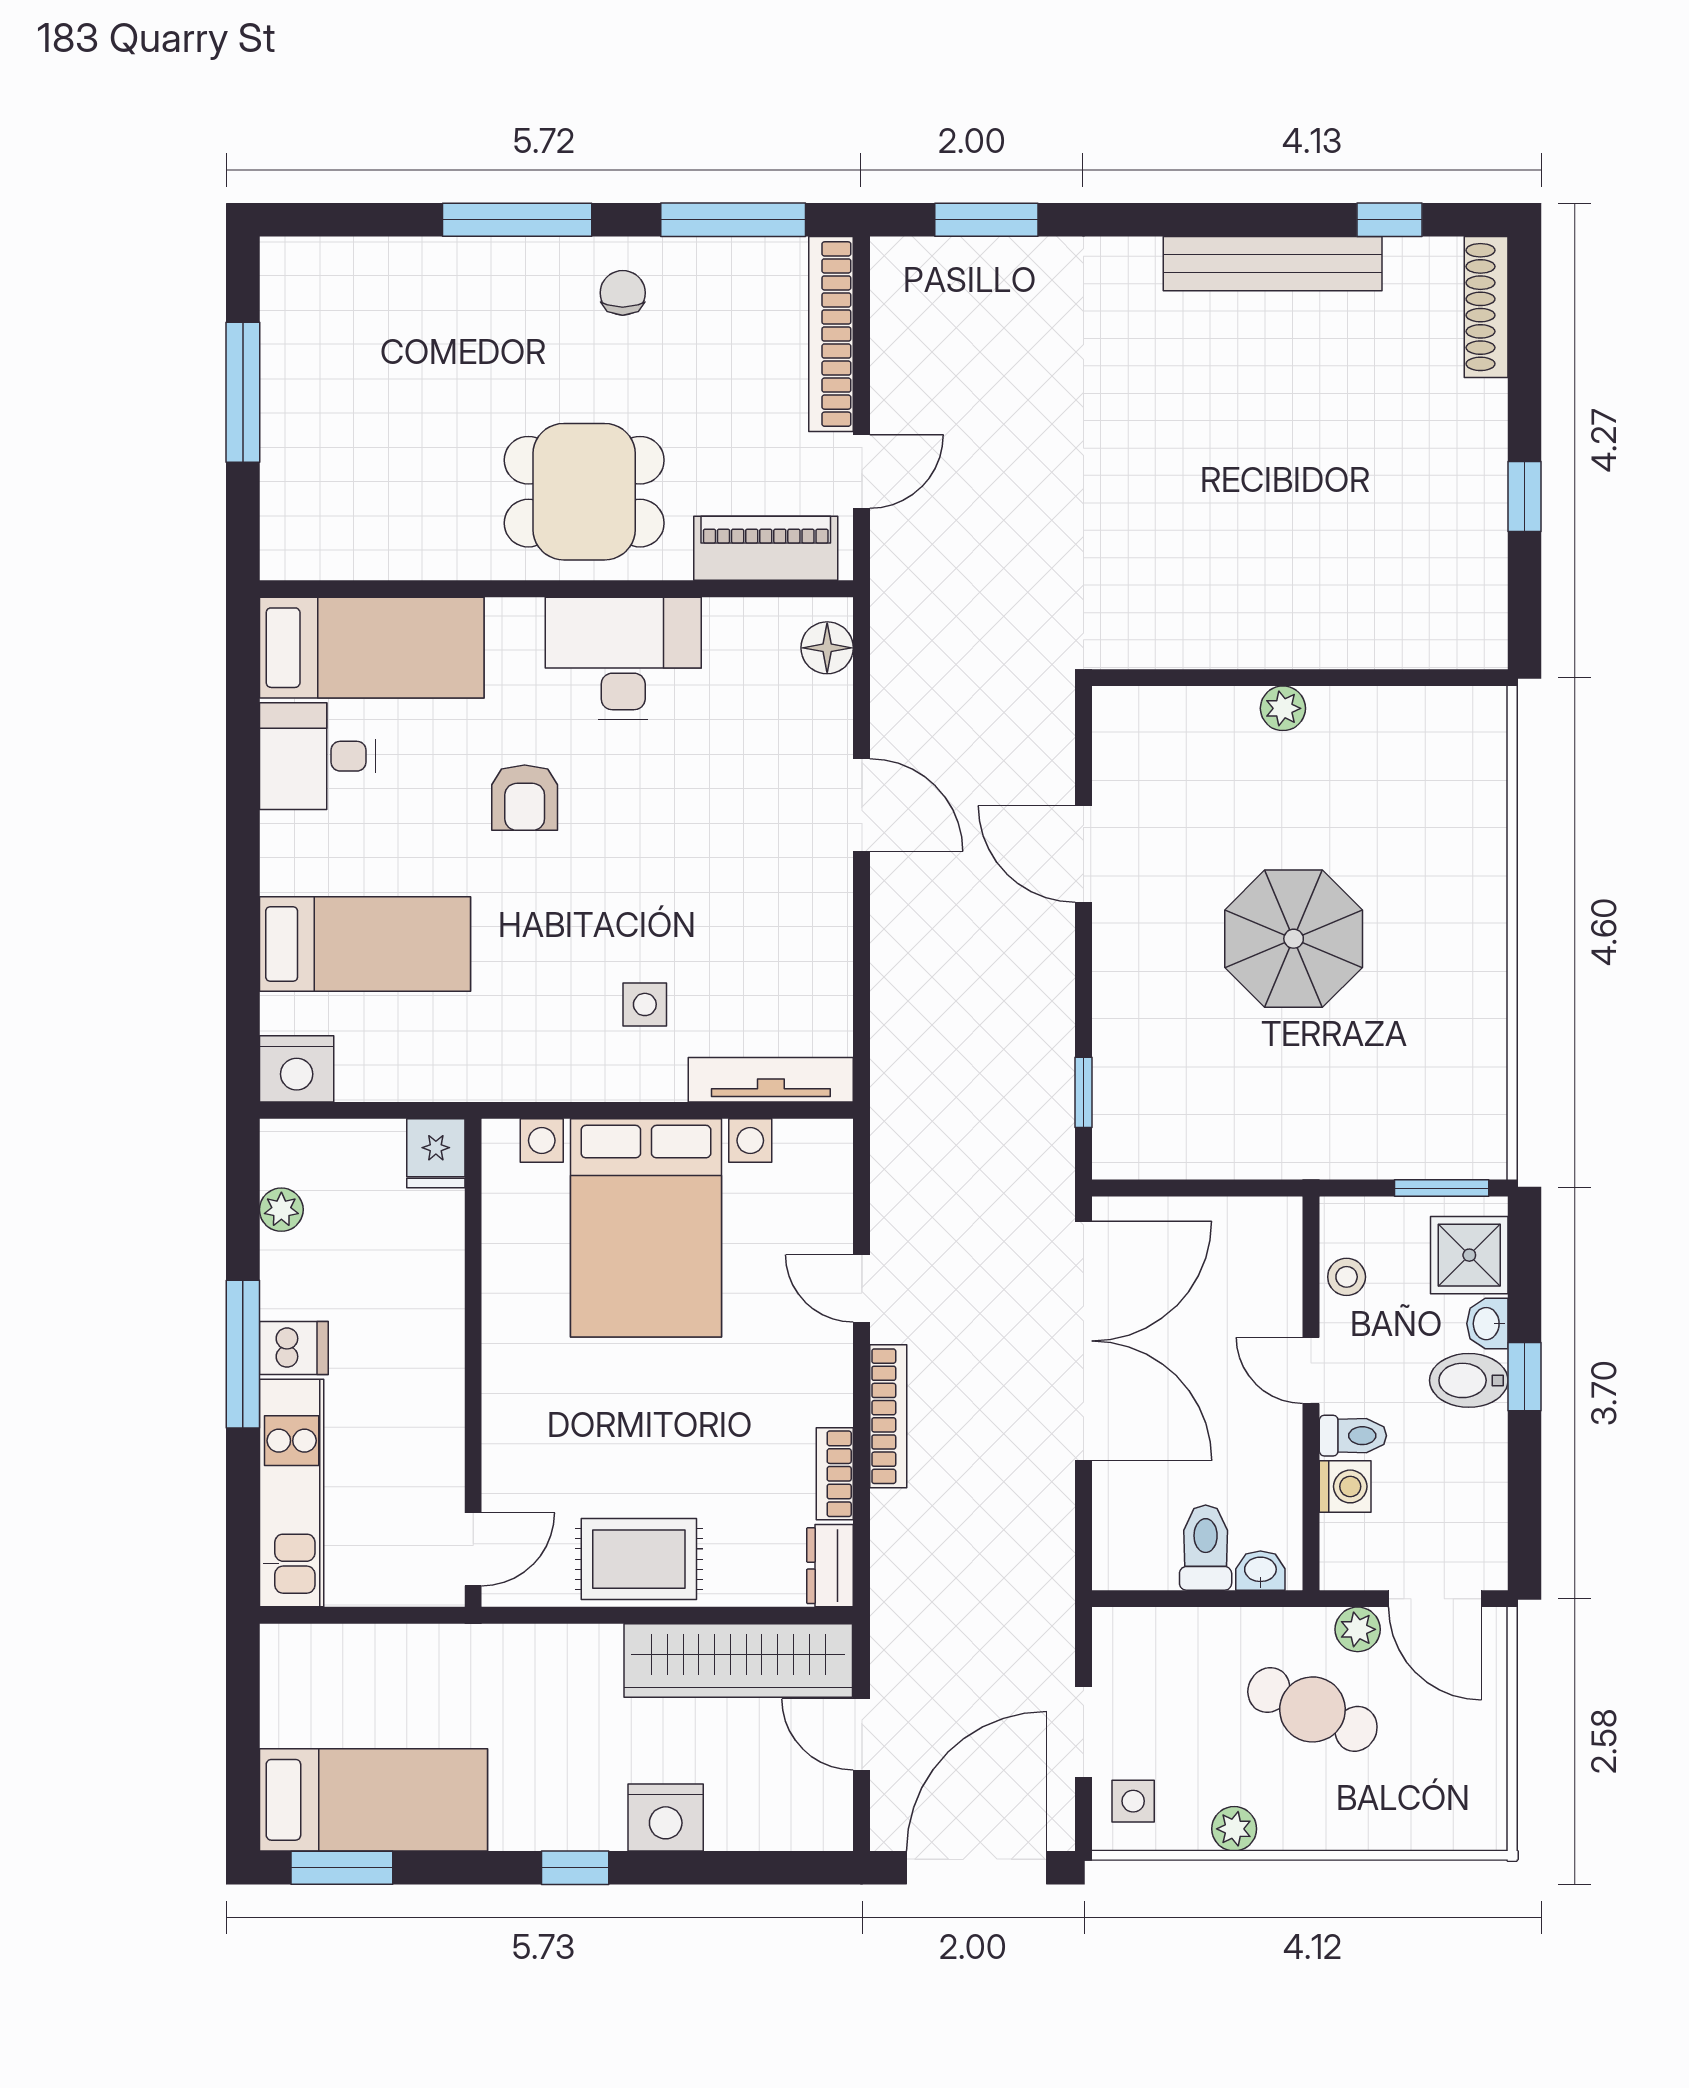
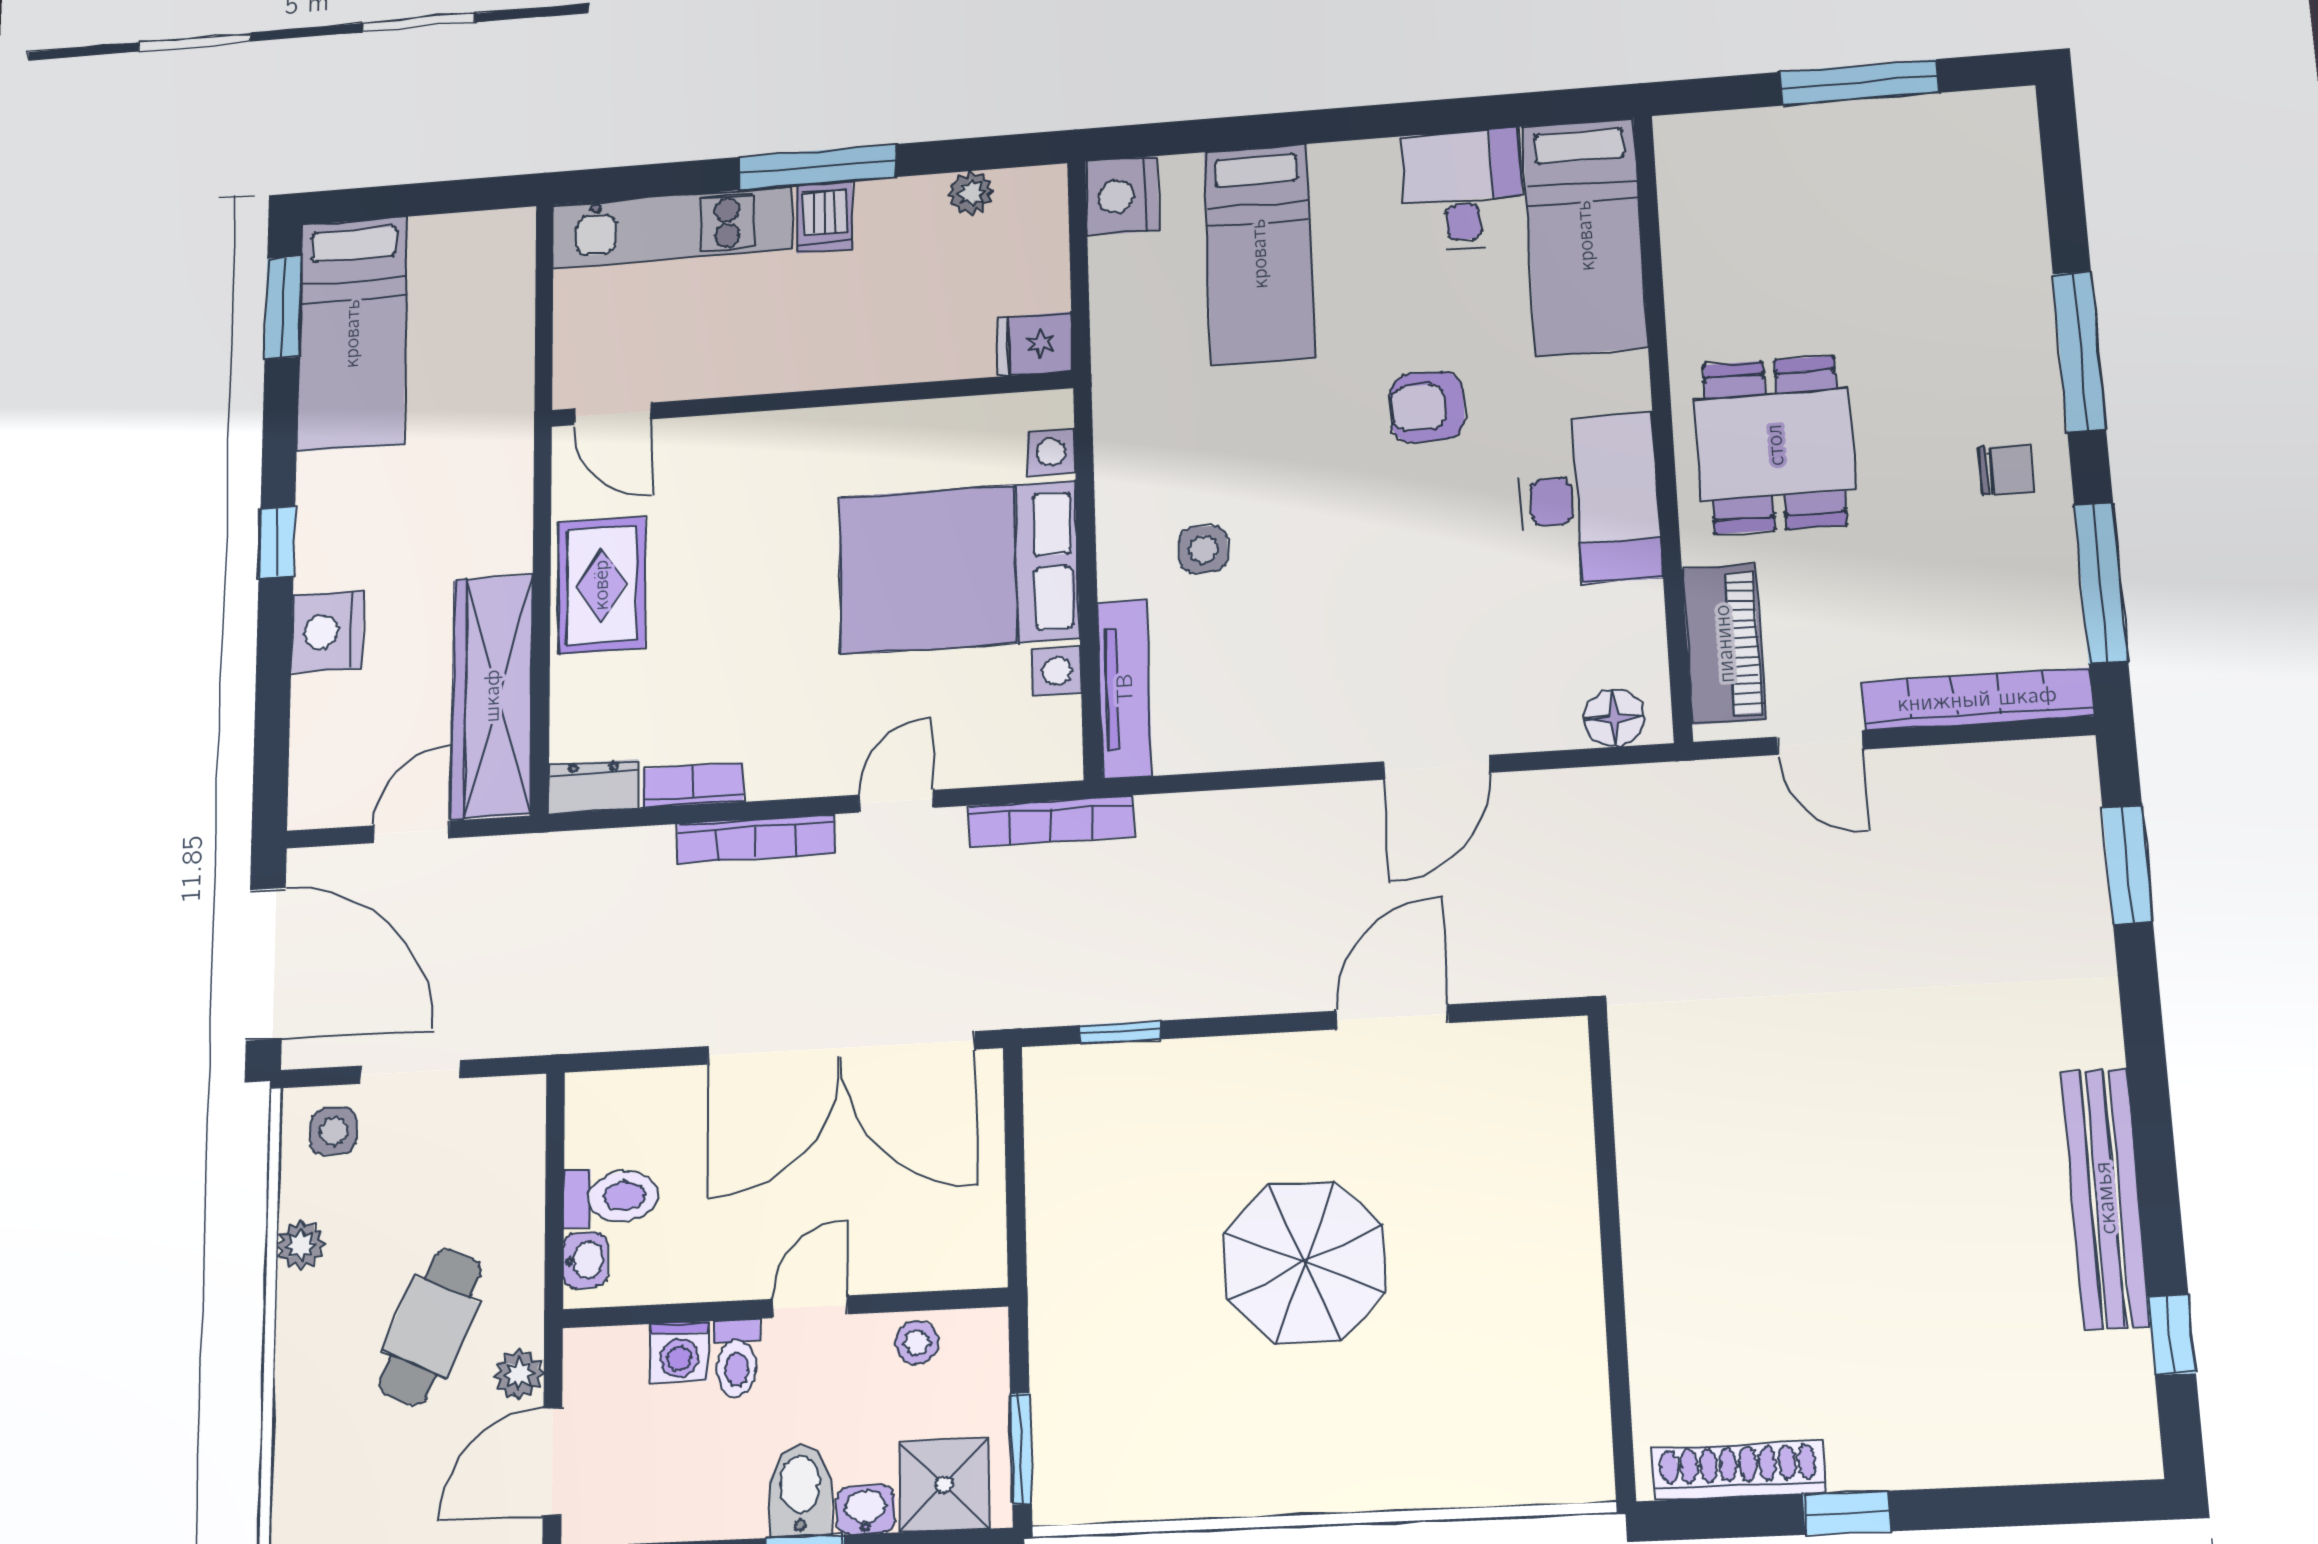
shoe rack: (1486, 307) -> (1738, 1471), moved
plant: (1283, 708) -> (1574, 1237), removed
bookcase: (889, 1149) -> (1051, 821), added

